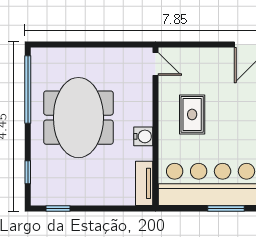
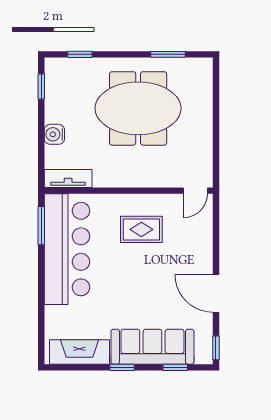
window: (28, 90) -> (168, 54), width x0.47
water cooler: (143, 136) -> (54, 134), moved, turned 90
window: (226, 208) -> (41, 226), moved

